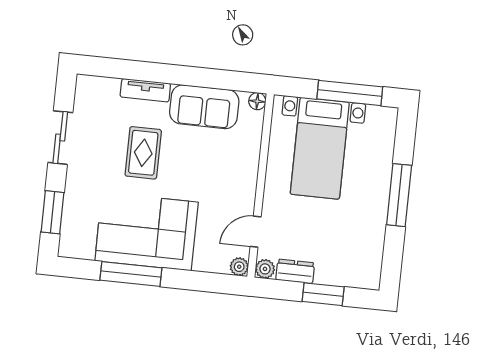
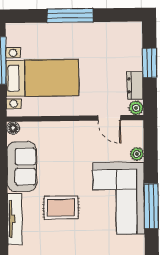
tv unit: (145, 90) -> (15, 219), width x1.41
plant: (239, 267) -> (137, 154), moved

